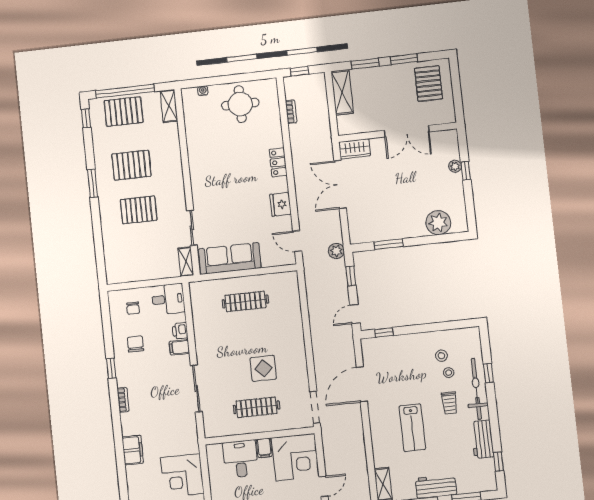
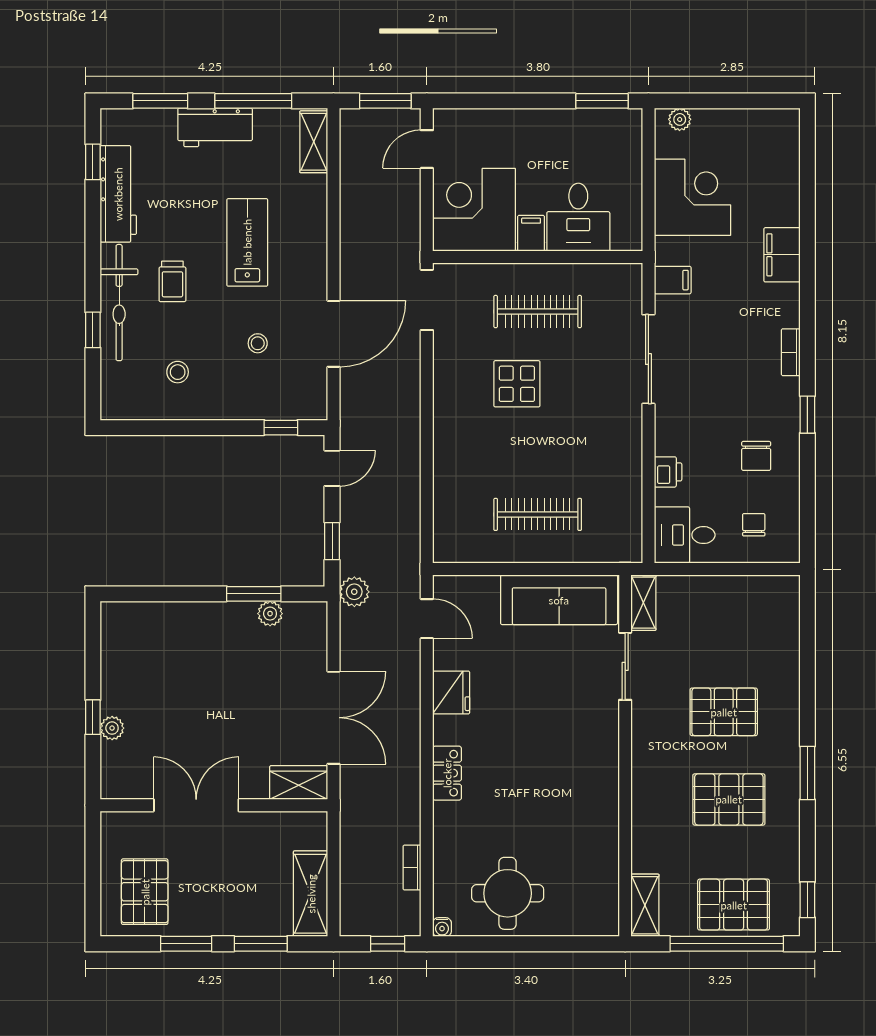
water cooler: (203, 91) -> (442, 927), moved
plant: (438, 223) -> (270, 614), moved, width x0.53, depth x0.53
filing cabinet: (179, 347) -> (673, 280), moved
stool: (449, 373) -> (258, 343), moved
trolley: (449, 403) -> (172, 281), turned 180
workbench: (482, 439) -> (118, 194), width x1.38

